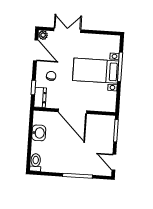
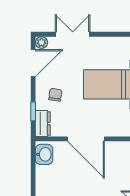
door: (36, 50) -> (33, 63), hinge flipped
washbasin: (39, 133) -> (44, 154), moved

